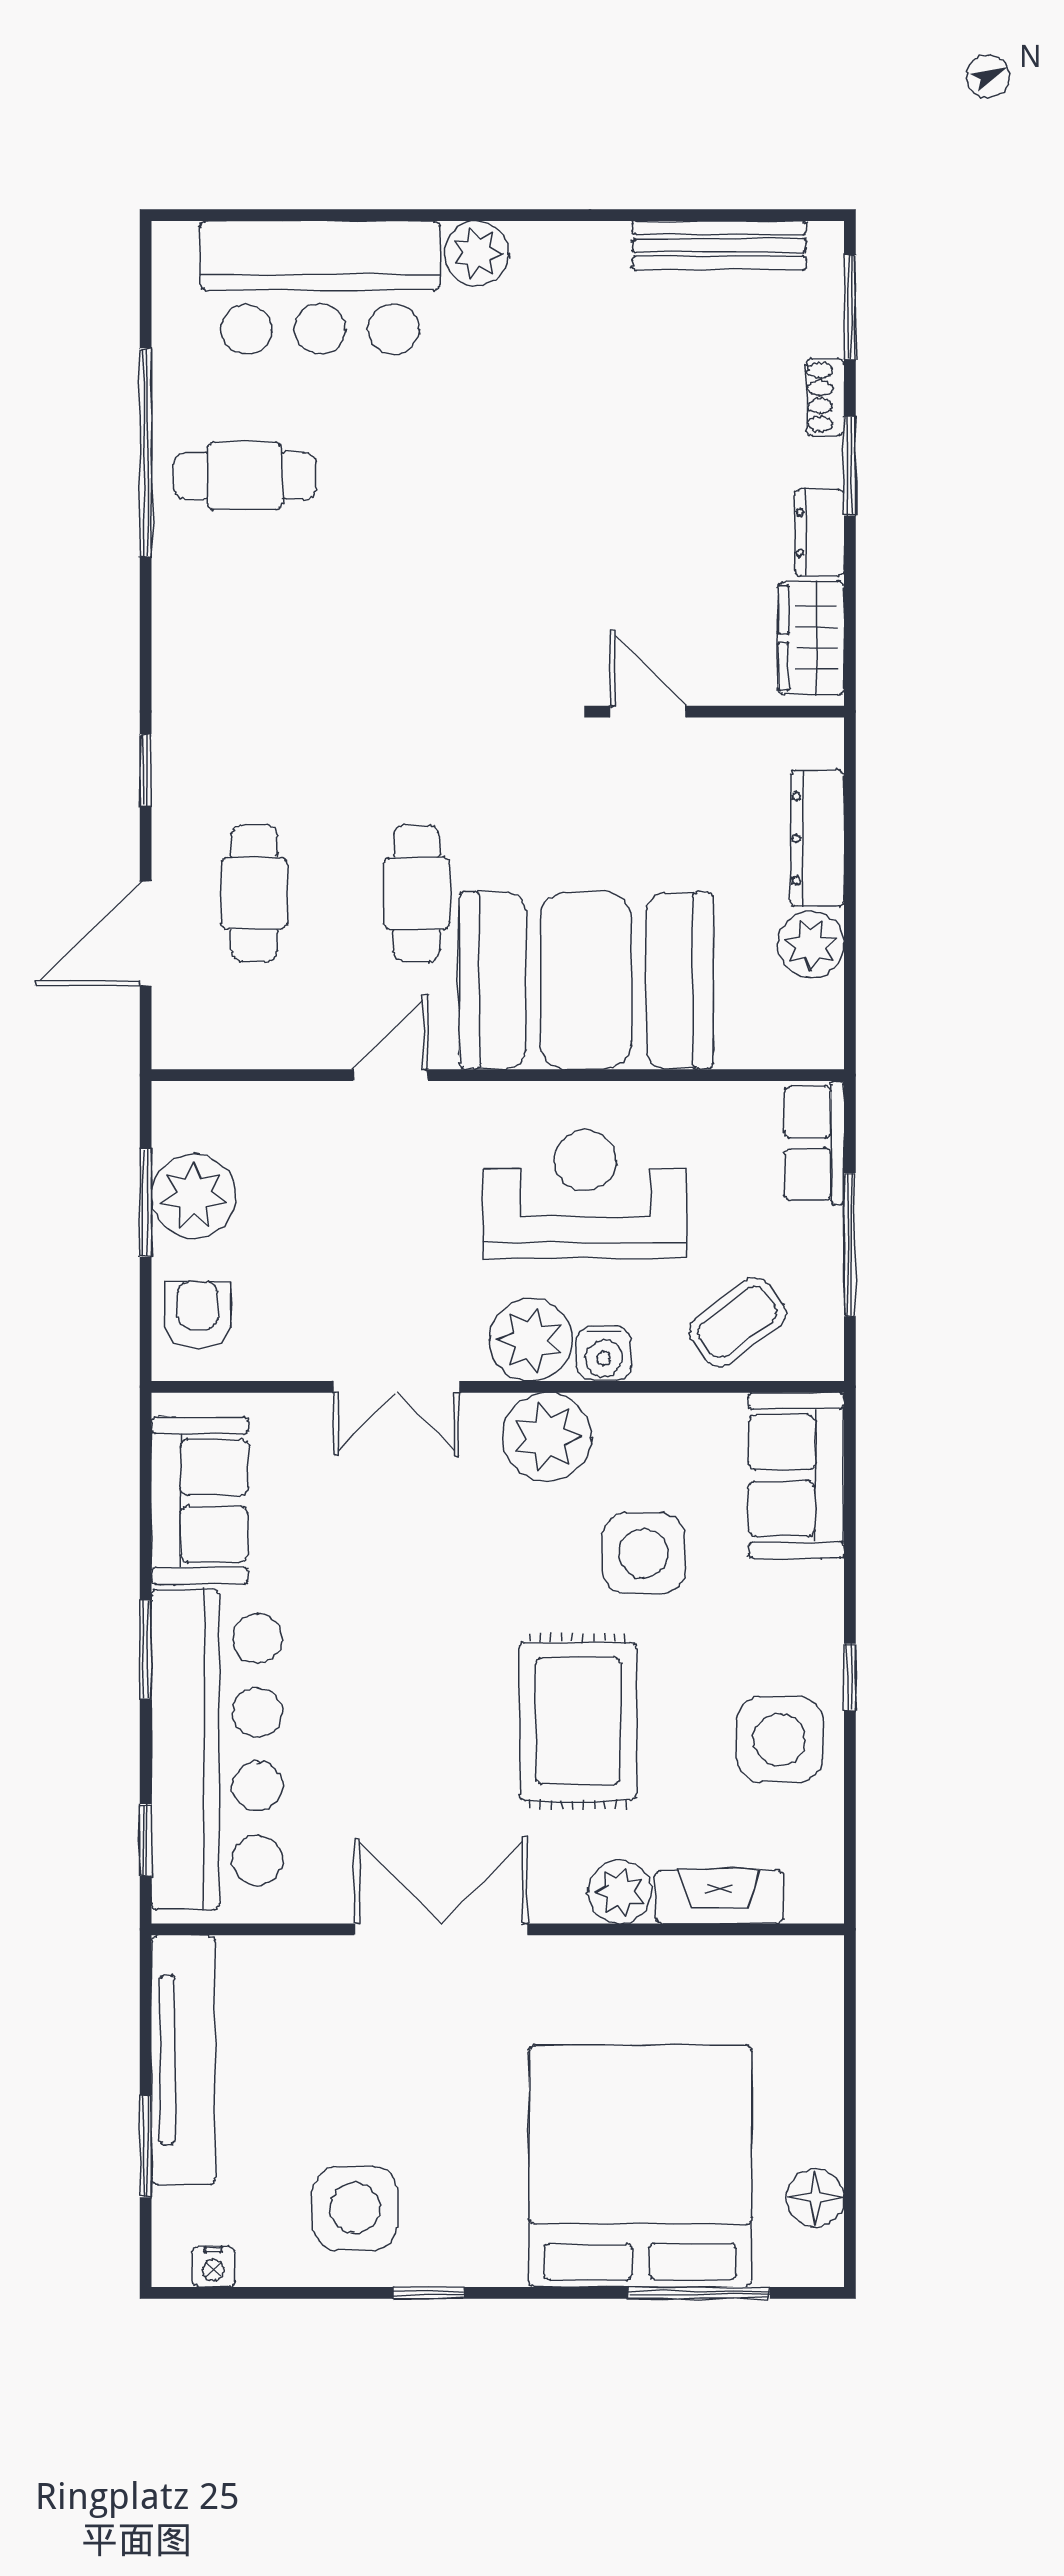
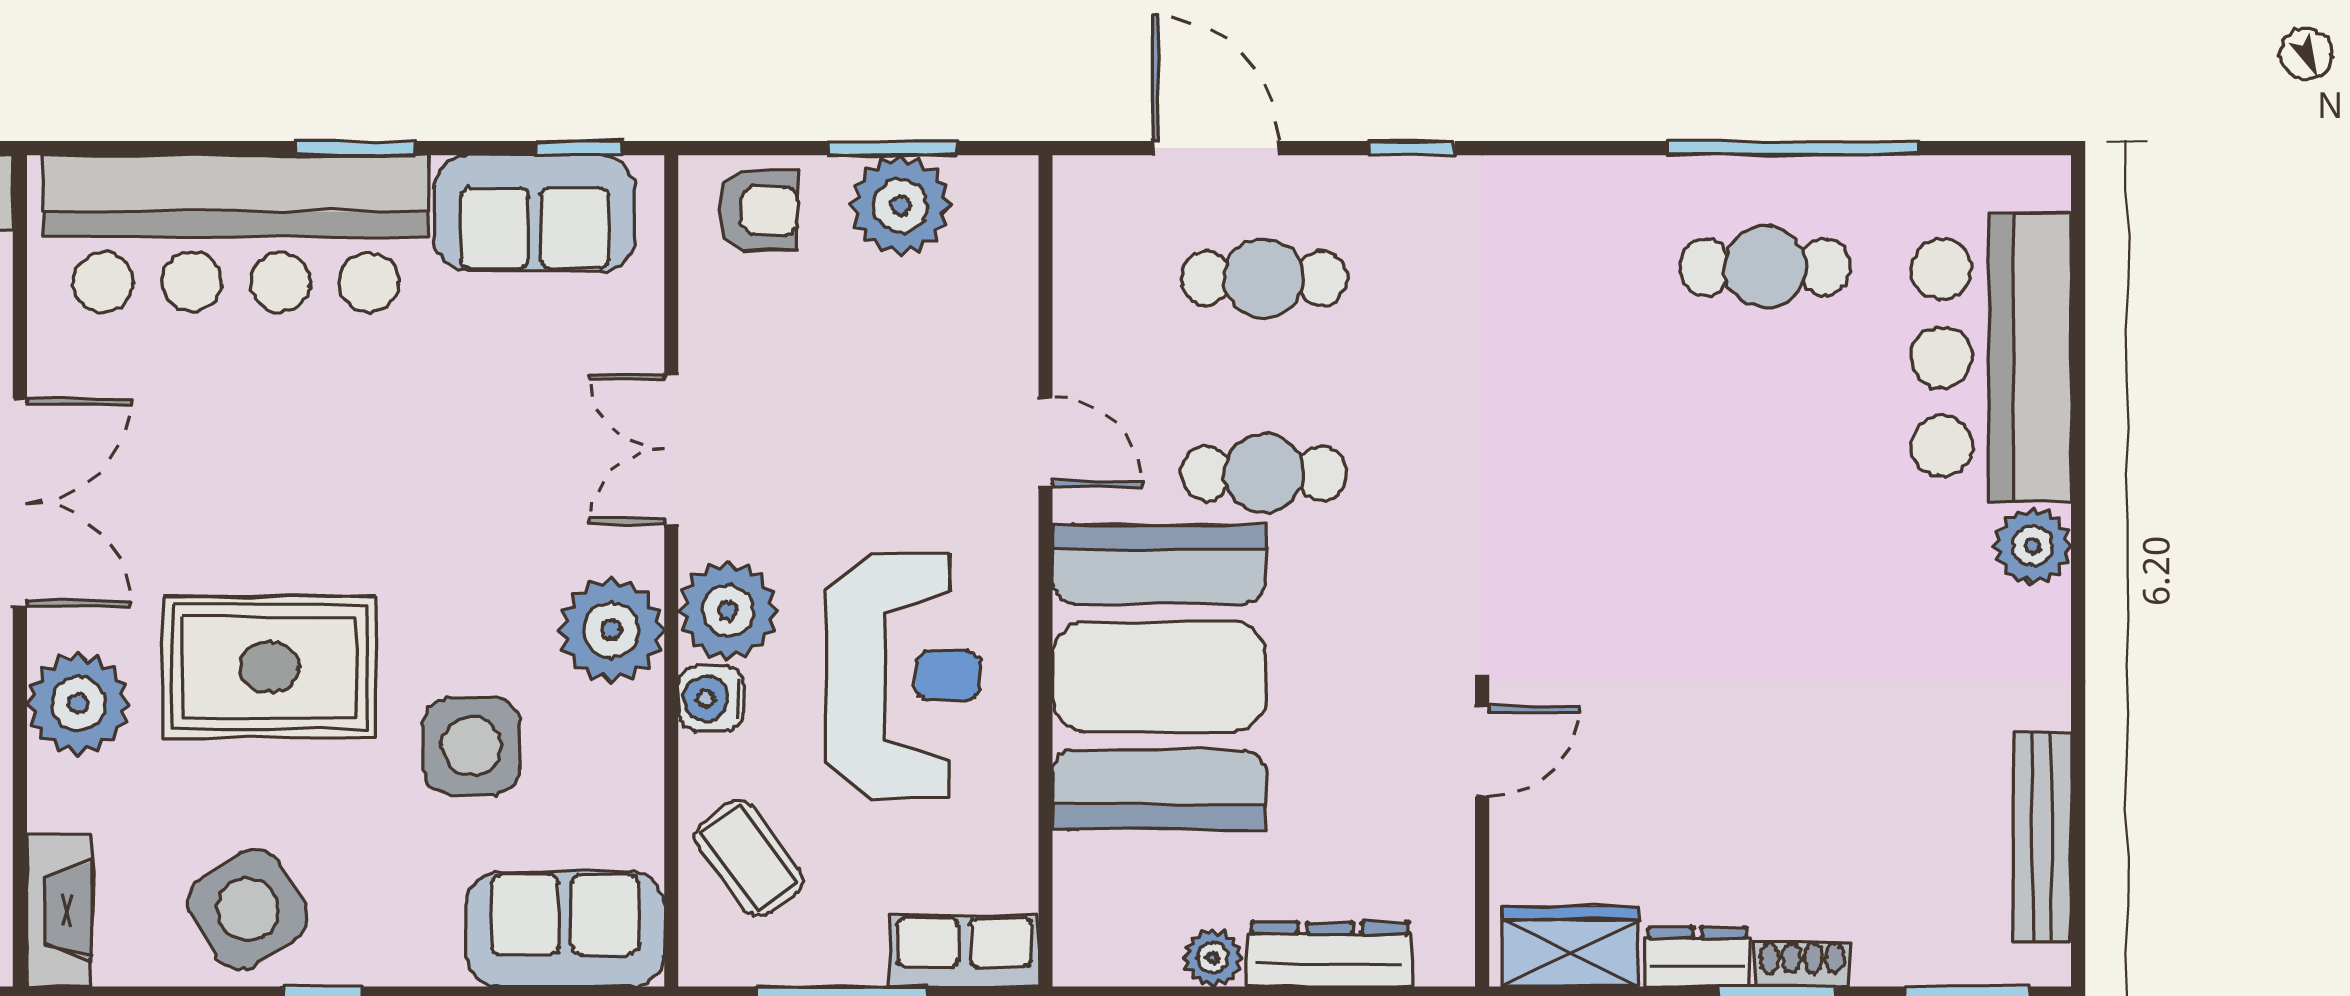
shoe rack: (825, 397) -> (1802, 964), moved
cafe table: (245, 476) -> (1765, 267), turned 90
plant: (811, 945) -> (1213, 958), width x0.73, depth x0.73
side table: (780, 1739) -> (248, 909), turned -32
window: (146, 1840) -> (579, 148), moved
plant: (620, 1892) -> (78, 704), width x1.36, depth x1.36
fireplace: (719, 1896) -> (59, 910), moved

